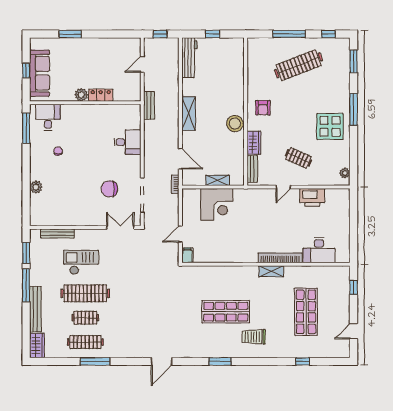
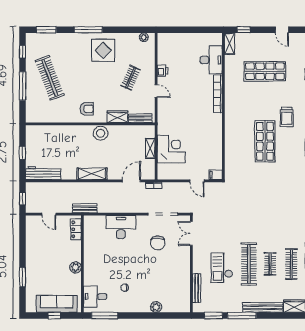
locker: (101, 95) -> (76, 229), moved
desk: (128, 142) -> (121, 227), width x1.37
printer: (312, 197) -> (163, 71), width x0.53, depth x0.68
shelving: (271, 271) -> (230, 44), moved

